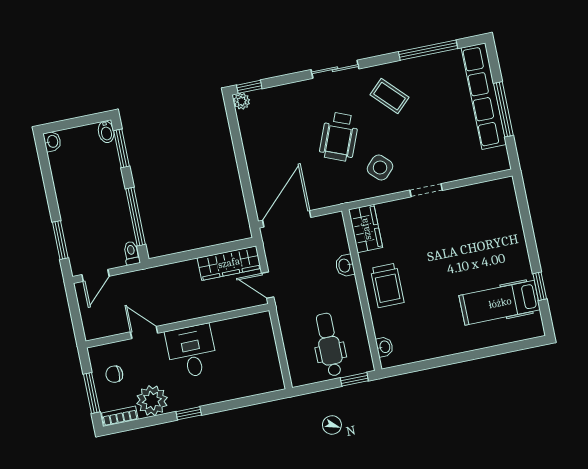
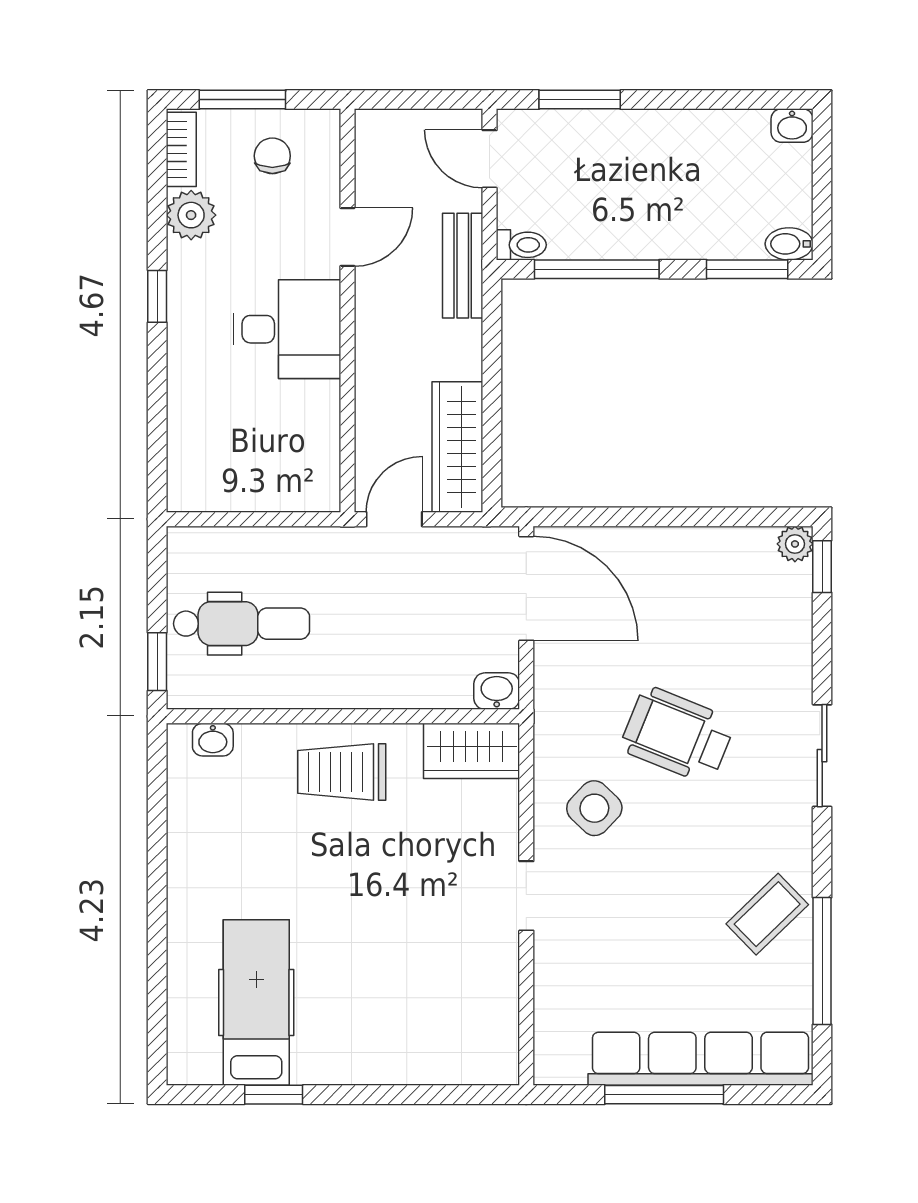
coffee table: (389, 96) -> (767, 914), moved
washbasin: (345, 266) -> (497, 691), moved
bench: (146, 278) -> (463, 266), added
plant: (152, 401) -> (191, 215), width x0.73, depth x0.73

